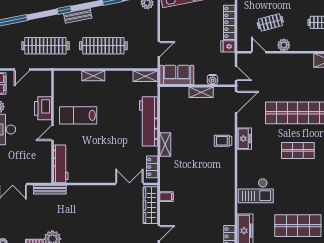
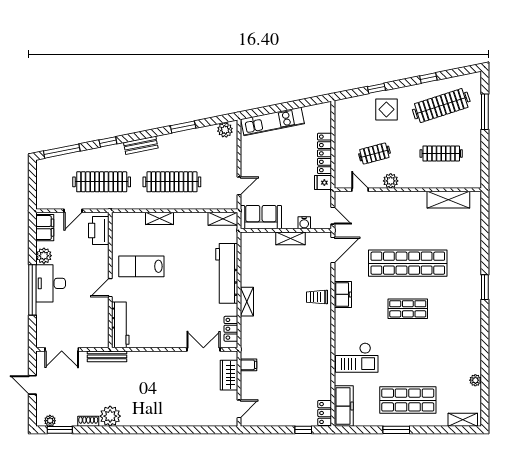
window: (64, 10) -> (108, 142), moved
printer: (43, 108) -> (99, 231), moved
wardrobe: (150, 205) -> (229, 375), width x0.67

